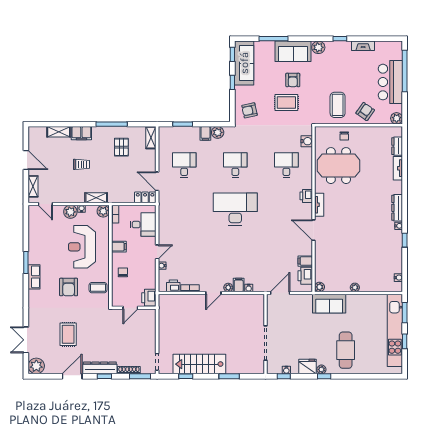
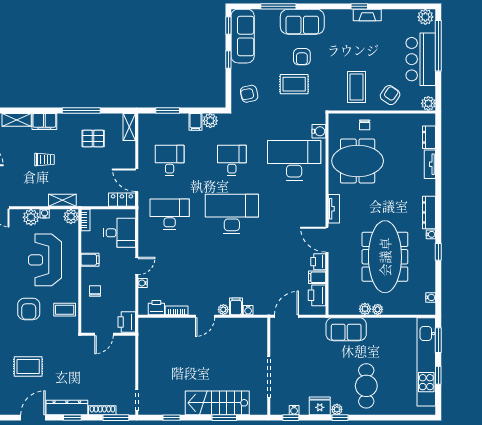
fireplace: (363, 46) -> (367, 15), moved
plant: (318, 47) -> (425, 17), moved
pallet: (121, 147) -> (93, 139), turned 90
desk: (286, 165) -> (294, 160), width x1.87, depth x1.30
printer: (306, 196) -> (318, 262), moved
desk: (184, 209) -> (170, 214), added
meeting table: (361, 244) -> (385, 257), added
plant: (319, 287) -> (365, 309), moved
rug: (68, 334) -> (28, 366), turned 90
stairs: (199, 364) -> (217, 403), moved

